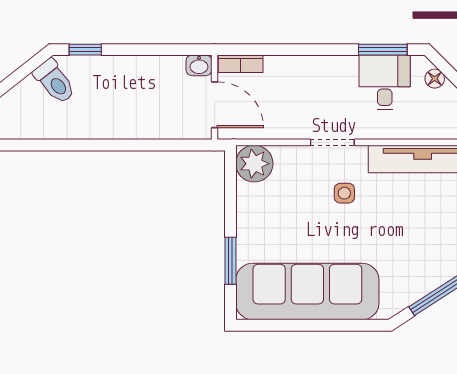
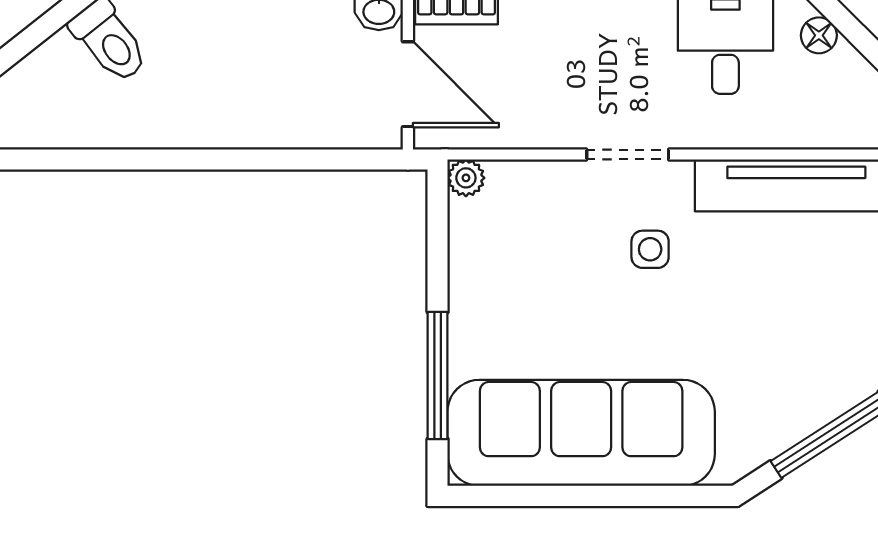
plant: (254, 164) -> (466, 178), width x0.53, depth x0.53
window: (230, 261) -> (438, 375), width x1.44

